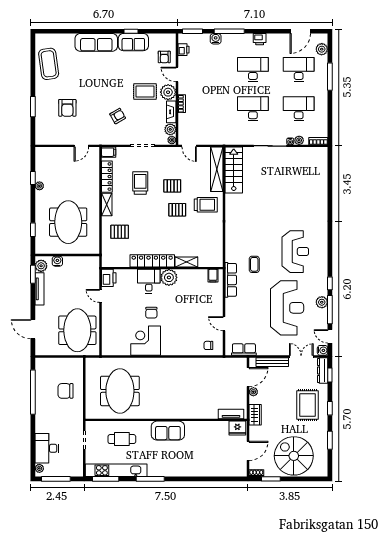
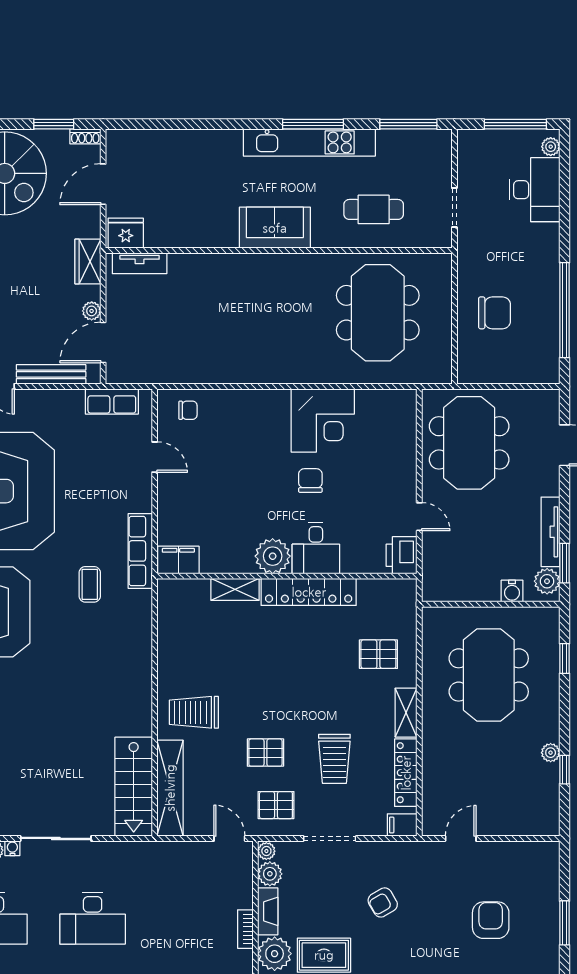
pallet: (177, 210) -> (276, 805), moved
filing cabinet: (213, 276) -> (178, 560), width x2.00
kitchen unit: (116, 470) -> (309, 142), moved

